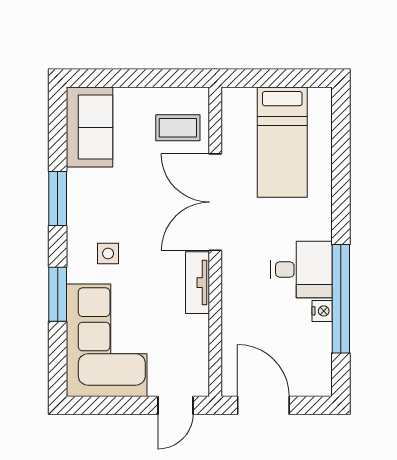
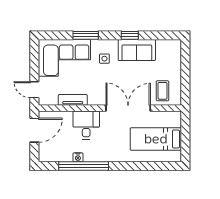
sofa: (90, 127) -> (137, 50), moved
window: (58, 199) -> (130, 35), width x0.67
desk: (301, 269) -> (86, 125), moved, turned 180
tv unit: (198, 283) -> (73, 100), moved

